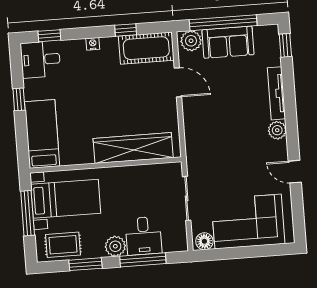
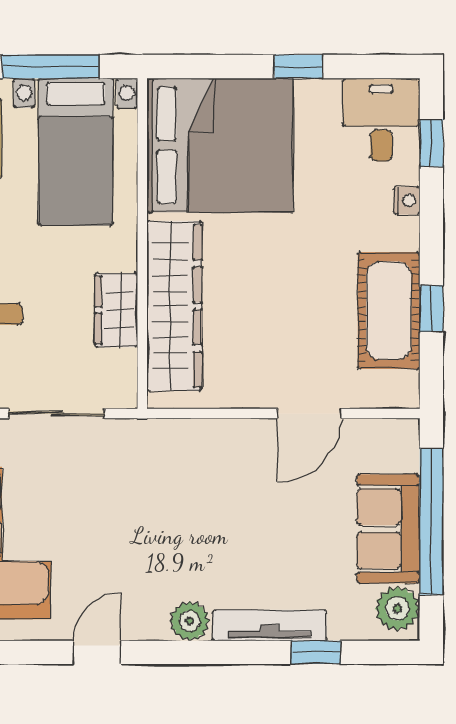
plant: (191, 41) -> (397, 609), moved
nightstand: (93, 44) -> (407, 201), moved
window: (285, 45) -> (316, 652), moved
cot: (146, 48) -> (389, 311), moved
bed: (42, 134) -> (220, 145), width x2.04
wardrobe: (137, 175) -> (116, 310), added

